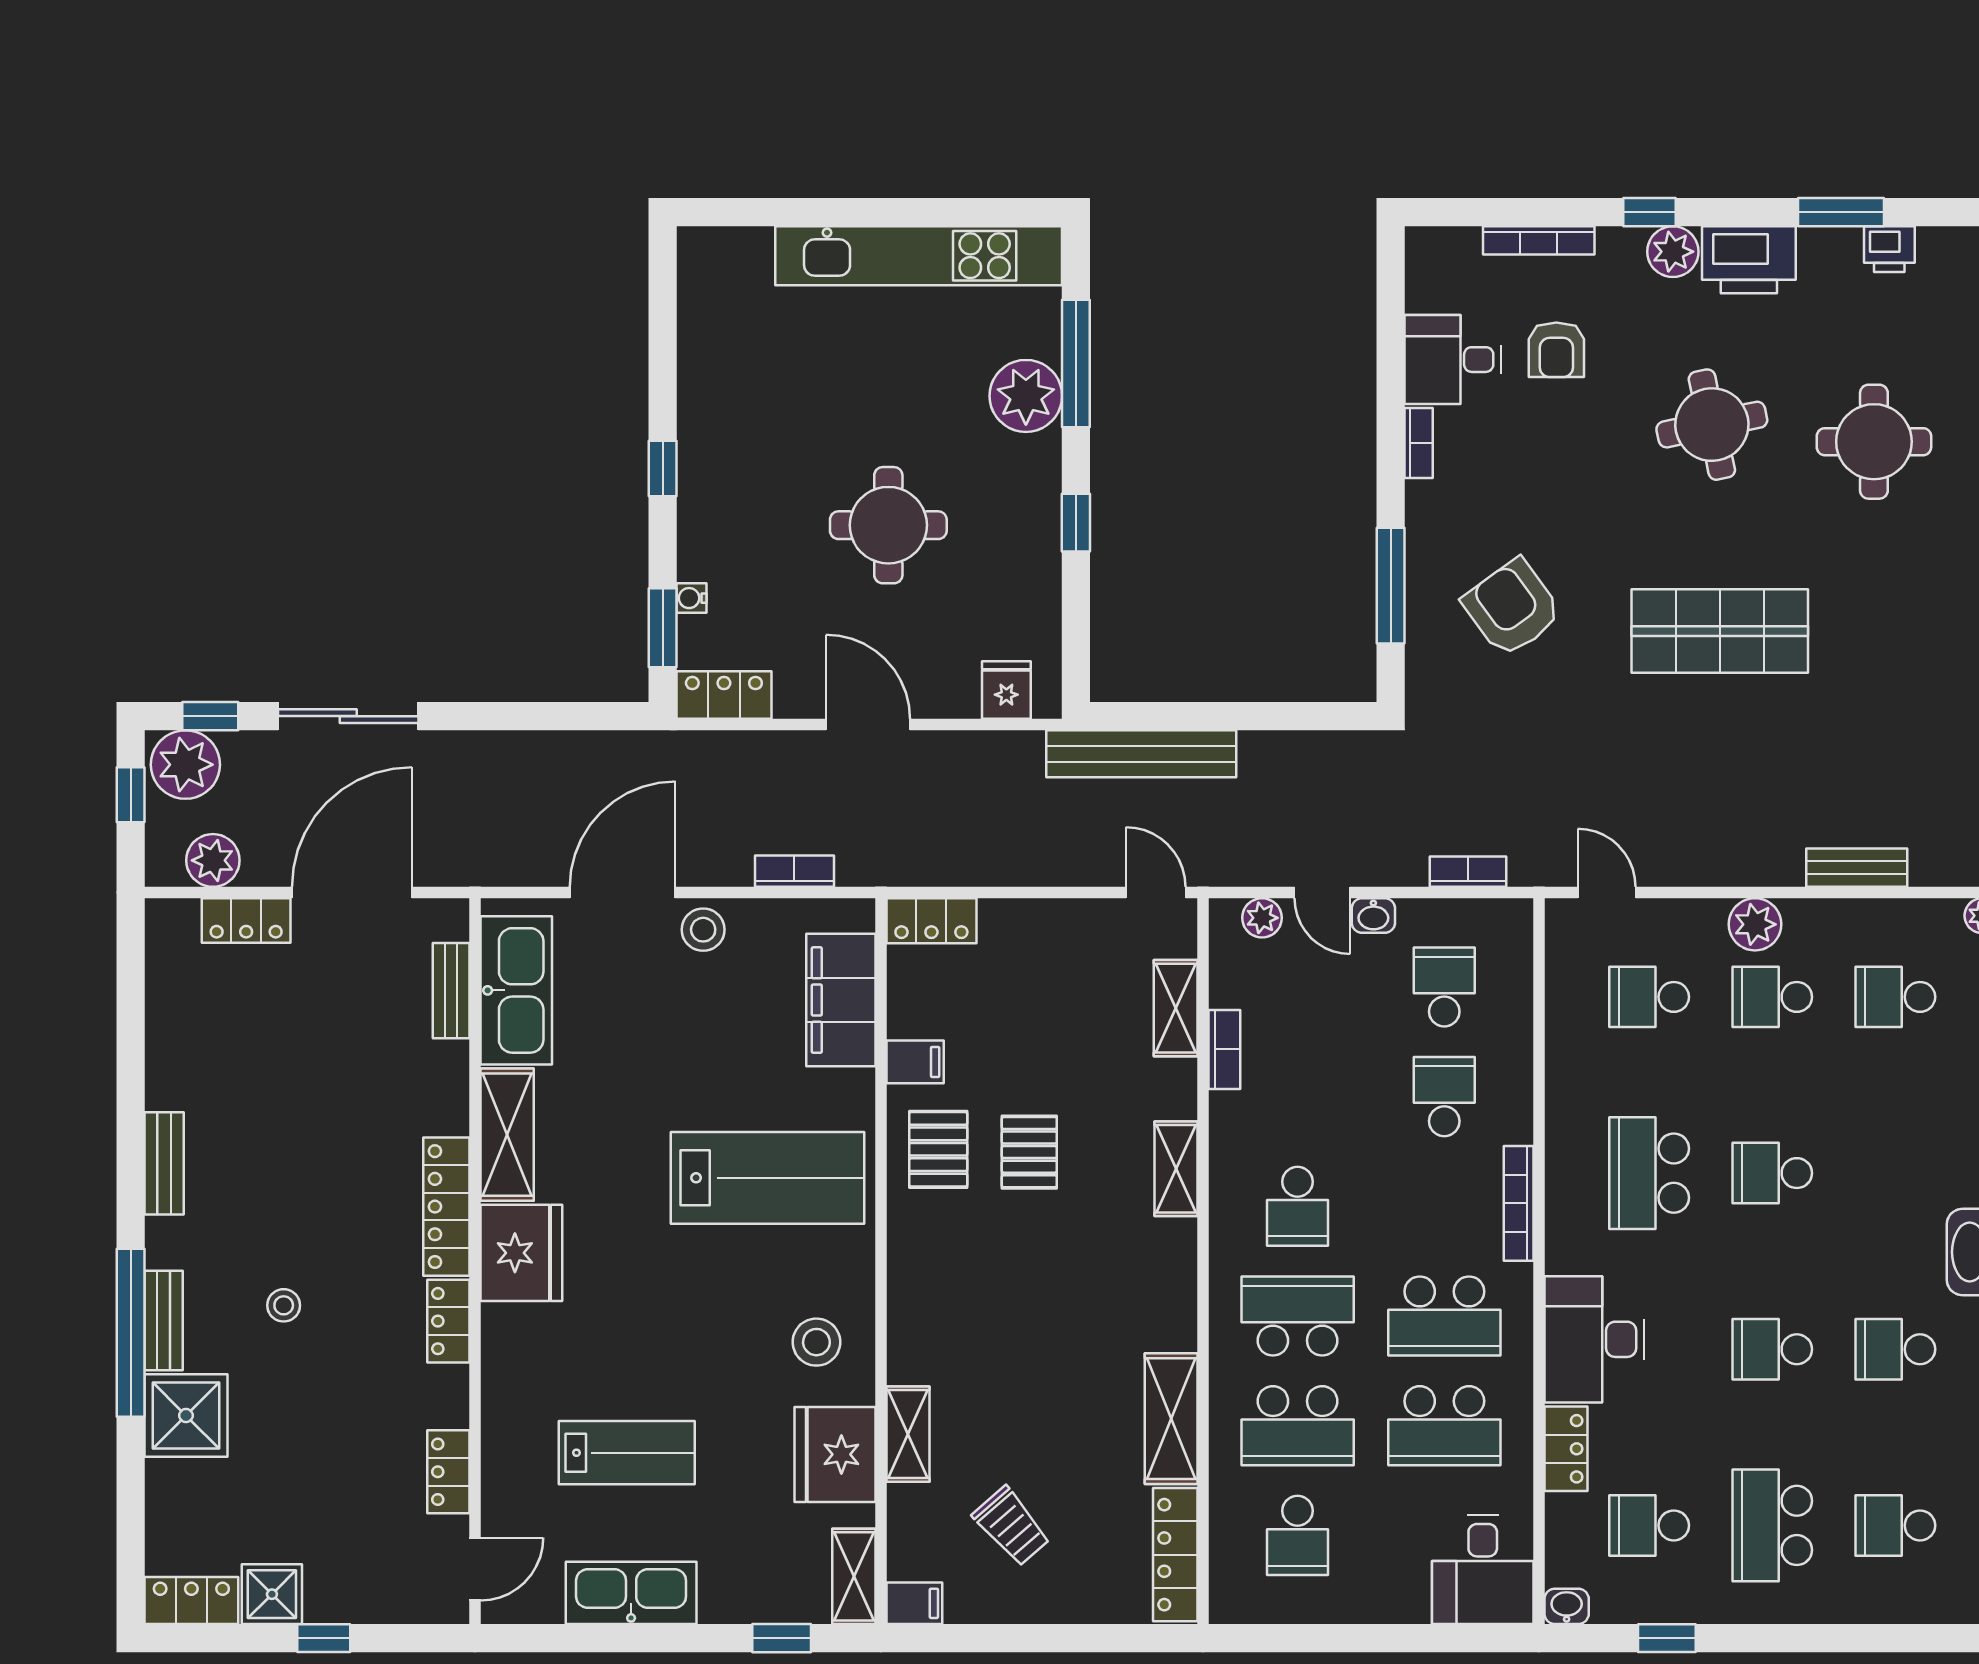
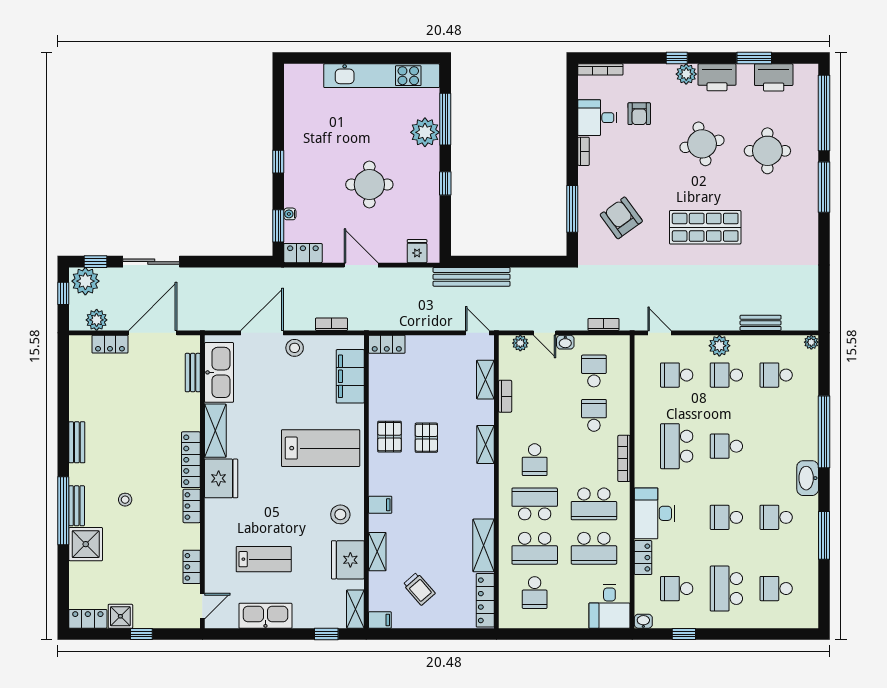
bookcase: (1539, 240) -> (600, 69), moved
printer: (1889, 249) -> (774, 77), width x1.87, depth x1.48
filing cabinet: (915, 1062) -> (380, 505), moved

